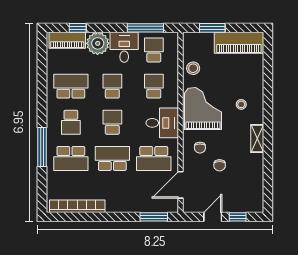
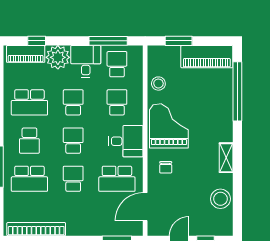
window: (268, 76) -> (237, 91), added
school desk: (71, 86) -> (29, 102), turned 180
stool: (241, 104) -> (220, 199), moved, width x1.89, depth x1.89
school desk: (112, 158) -> (73, 179), width x0.54
chair: (220, 165) -> (186, 186), removed

